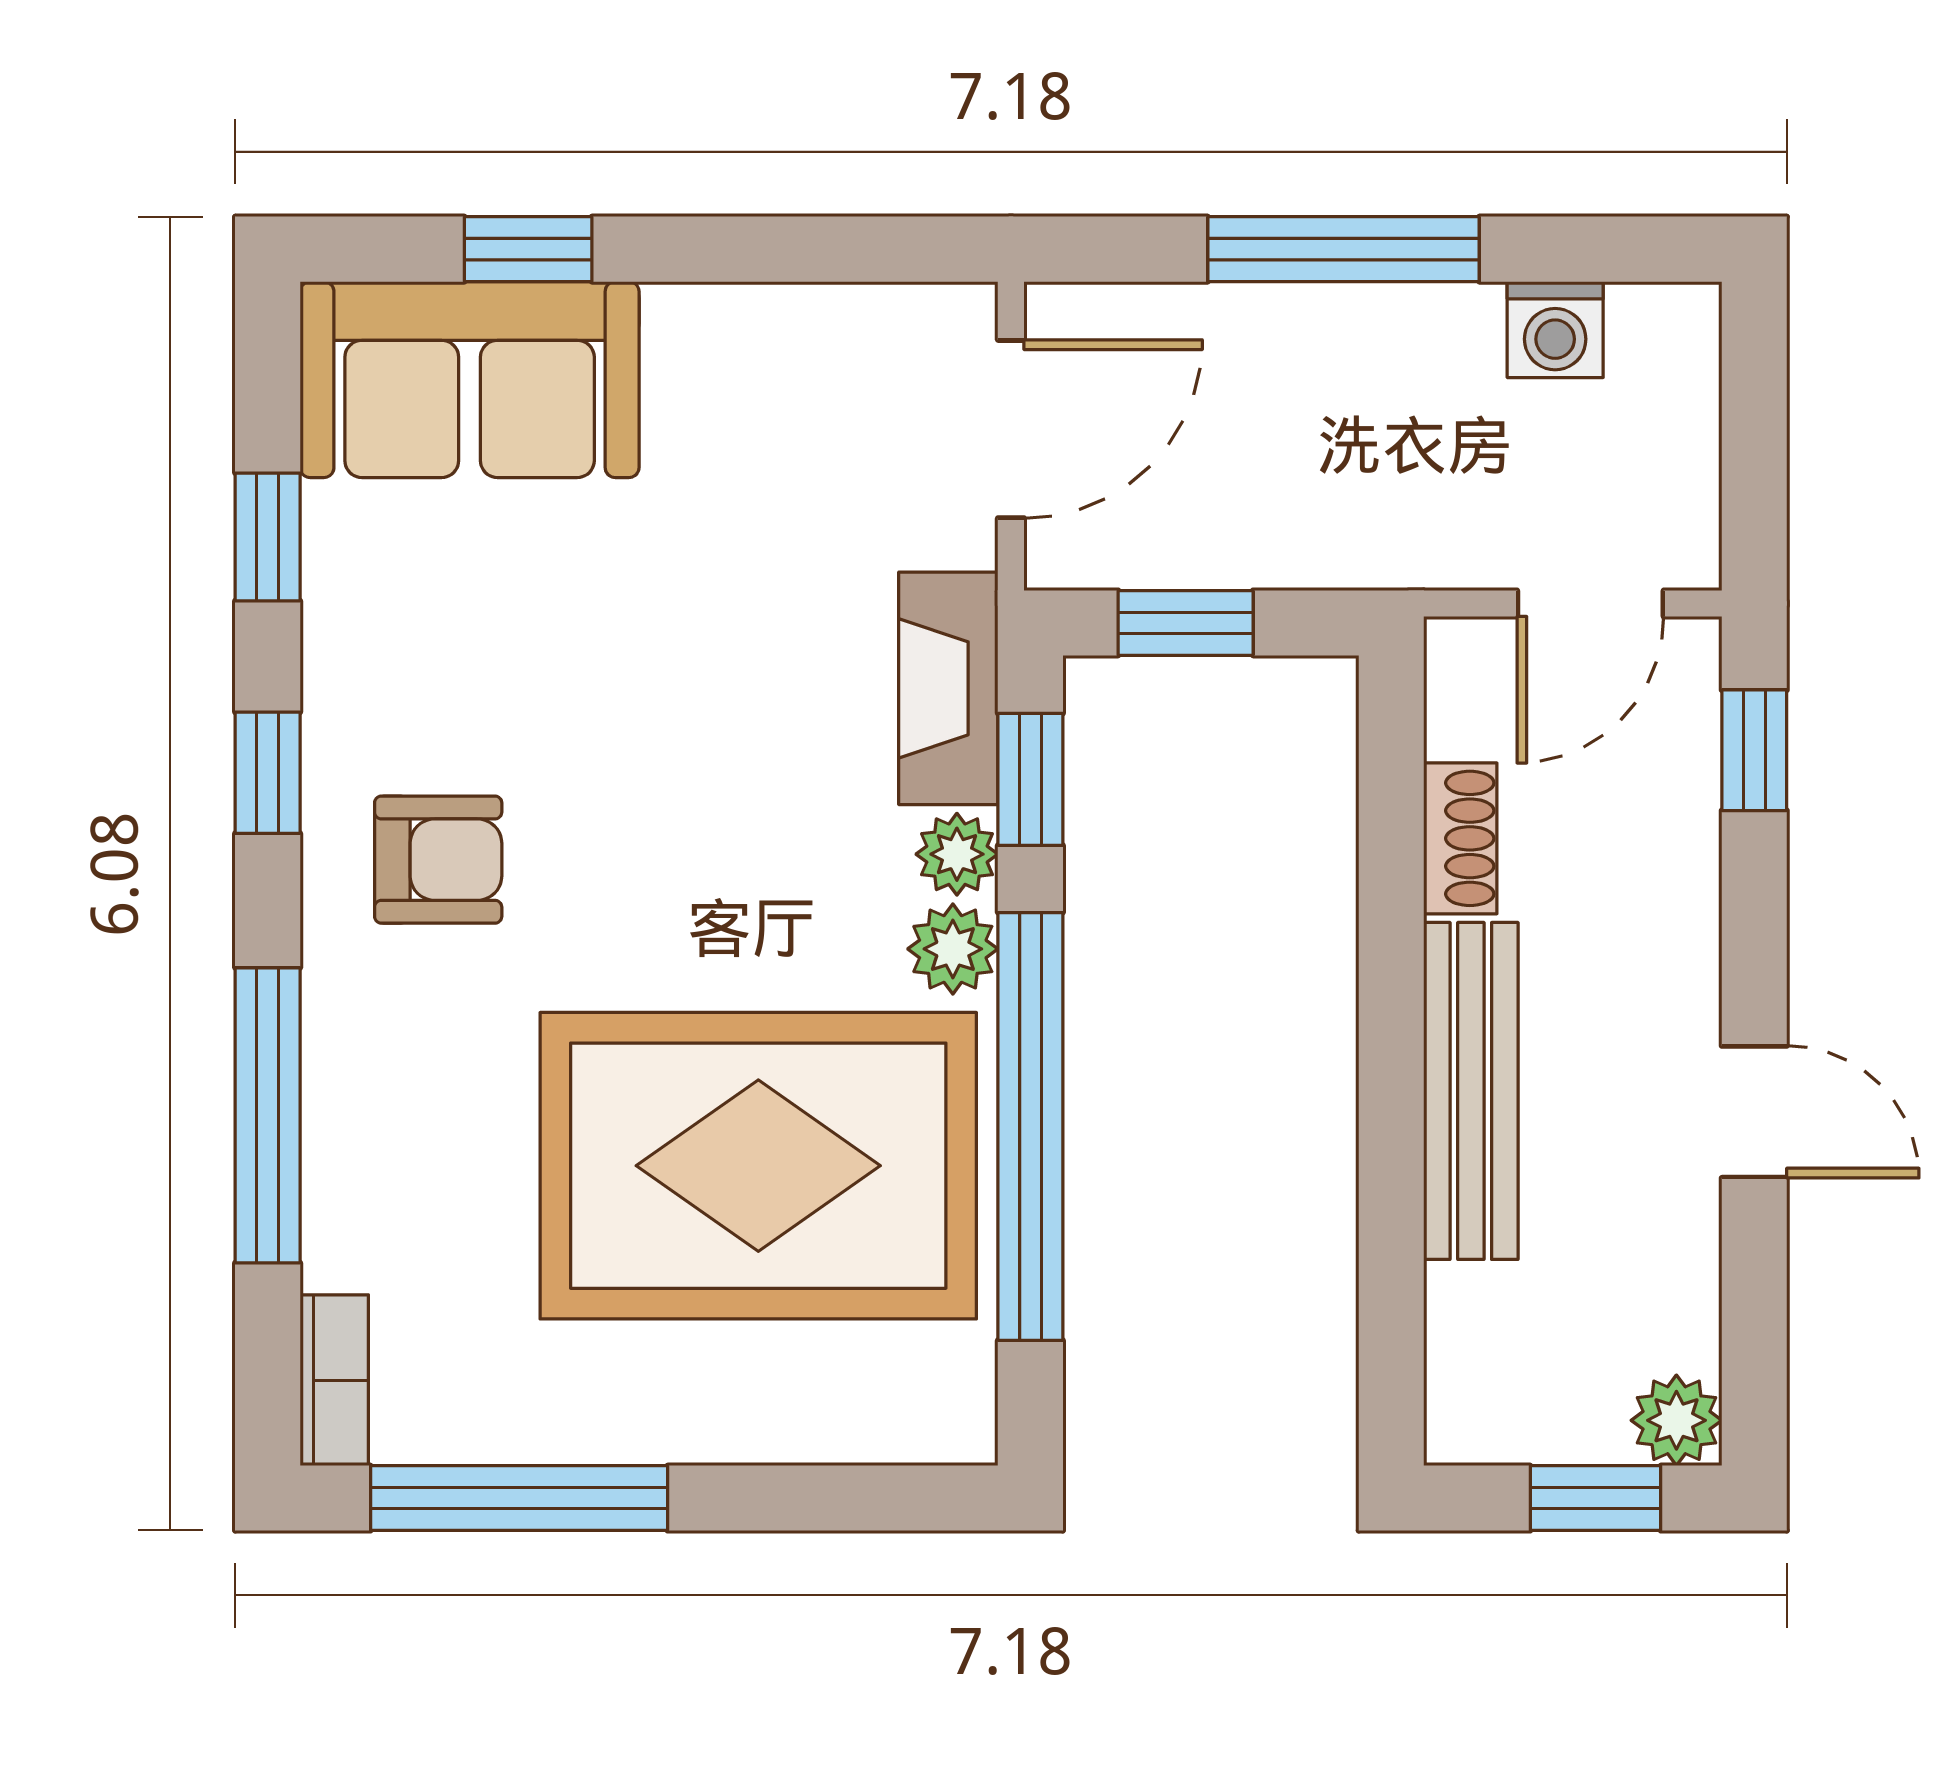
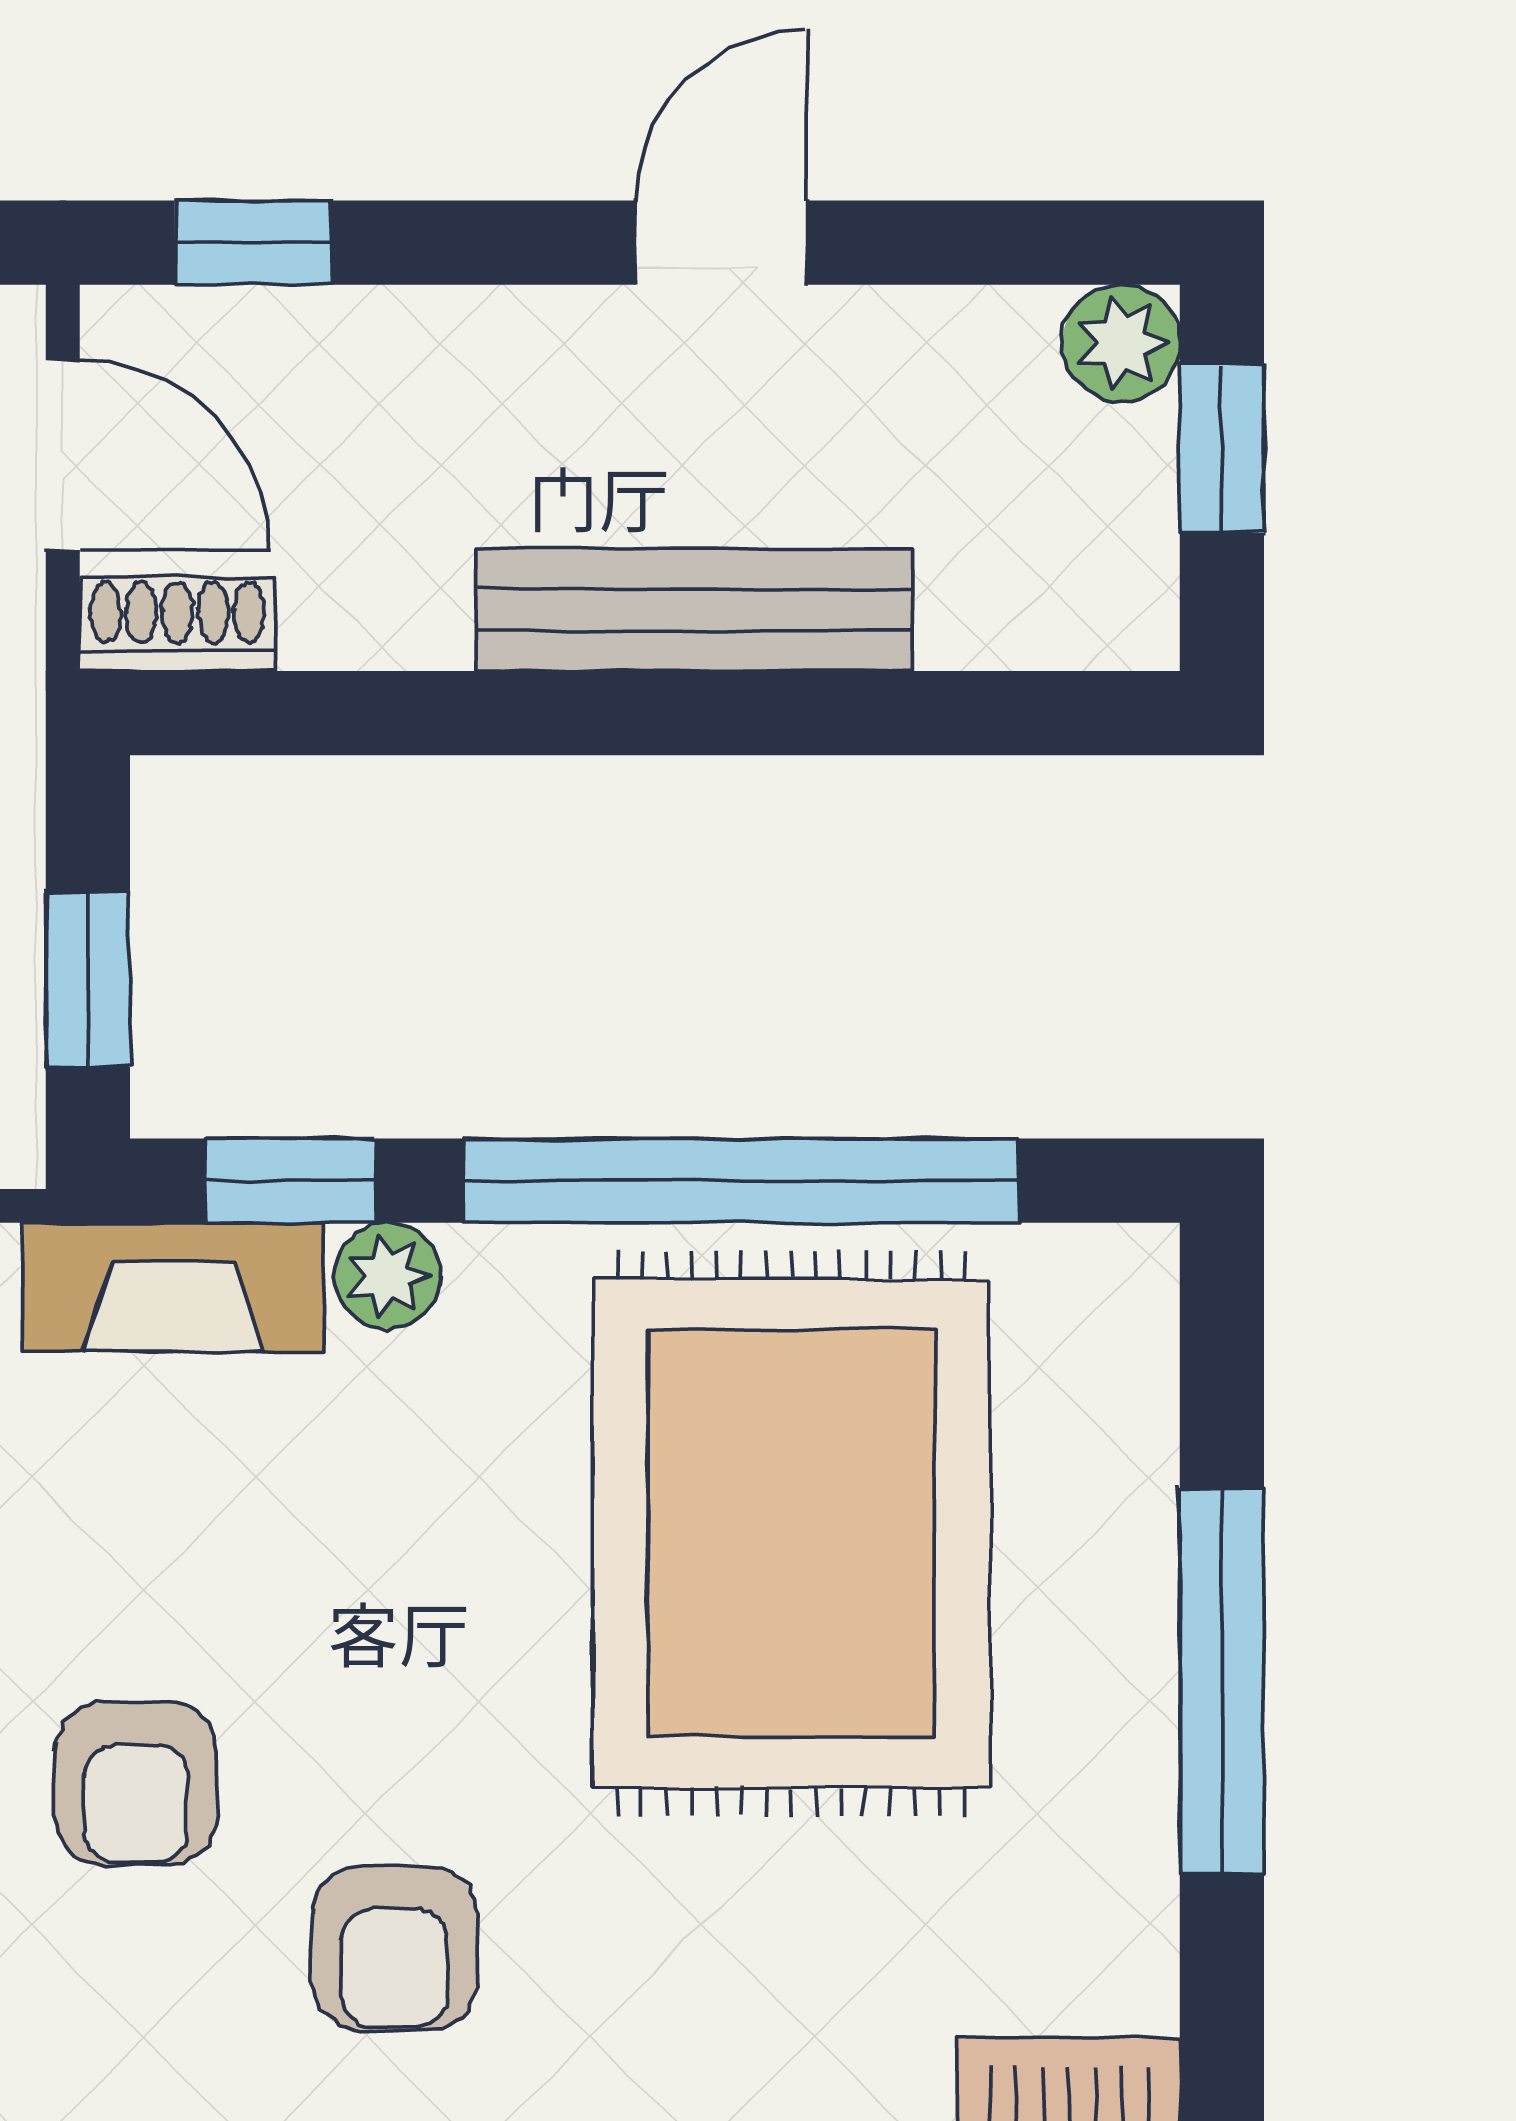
armchair: (565, 660) -> (136, 1784), added
shoe rack: (1460, 838) -> (177, 624), moved
armchair: (438, 860) -> (395, 1948), turned 180
plant: (953, 949) -> (510, 1281), removed
window: (519, 1498) -> (1222, 1681), moved

